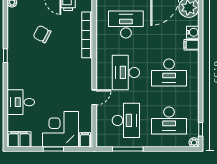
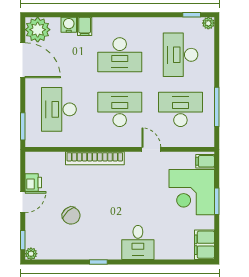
chair: (42, 34) -> (71, 216), turned -70
bookcase: (87, 35) -> (95, 158), moved
desk: (126, 72) -> (120, 109), turned 180
desk: (169, 72) -> (120, 55), turned 90
desk: (21, 102) -> (138, 242), moved
desk: (169, 120) -> (180, 55), turned 180

